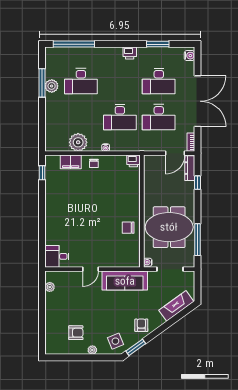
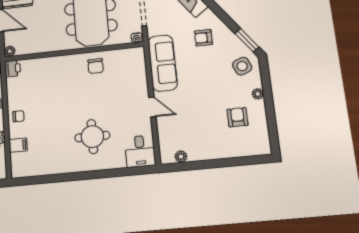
plant: (148, 159) -> (10, 51), added
filing cabinet: (71, 162) -> (18, 145), width x0.50
window: (42, 173) -> (34, 180), removed
round table: (72, 221) -> (92, 137), added
armchair: (141, 325) -> (203, 38), moved

